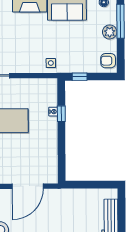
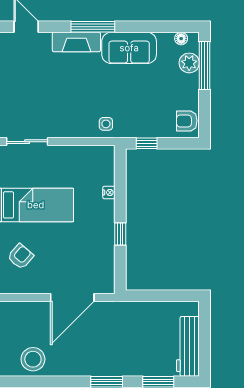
plant: (110, 32) -> (189, 63), moved
window: (61, 114) -> (120, 234), moved

